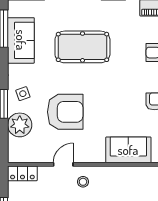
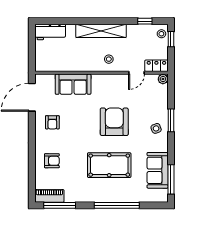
armchair: (65, 112) -> (114, 122), moved, turned 90
plant: (20, 125) -> (163, 79), moved, width x0.53, depth x0.53
door: (63, 164) -> (136, 73), moved

